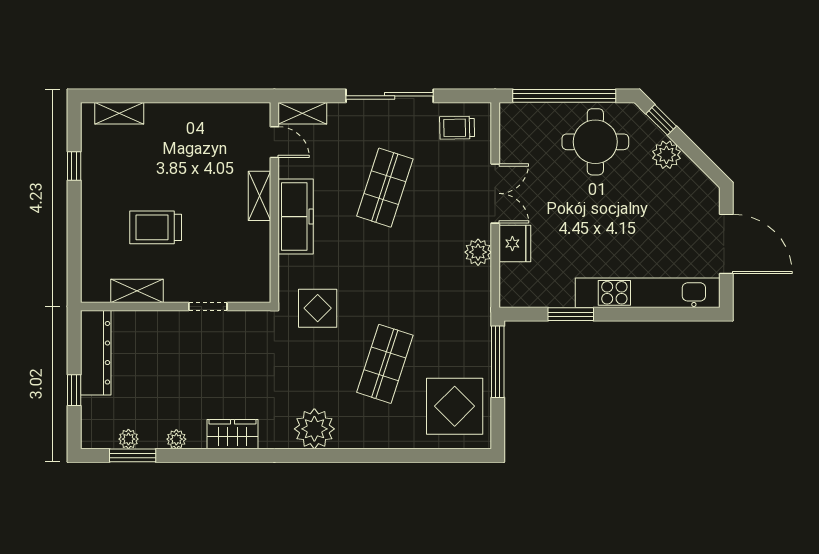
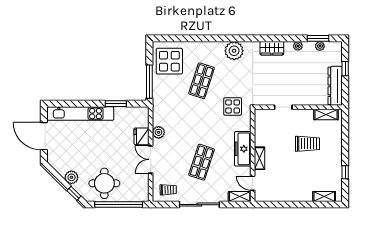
shelving: (137, 291) -> (326, 114), moved

